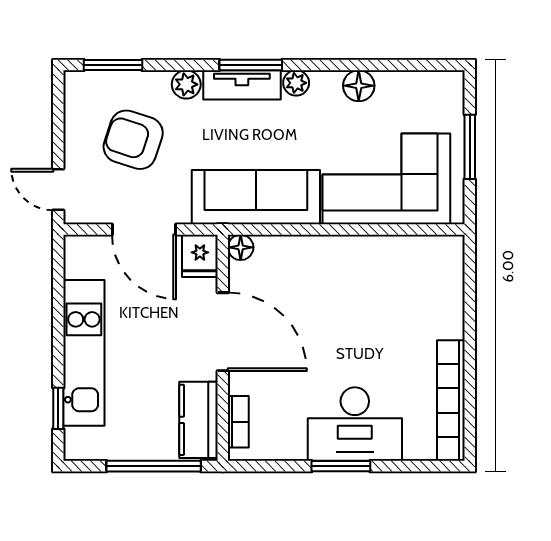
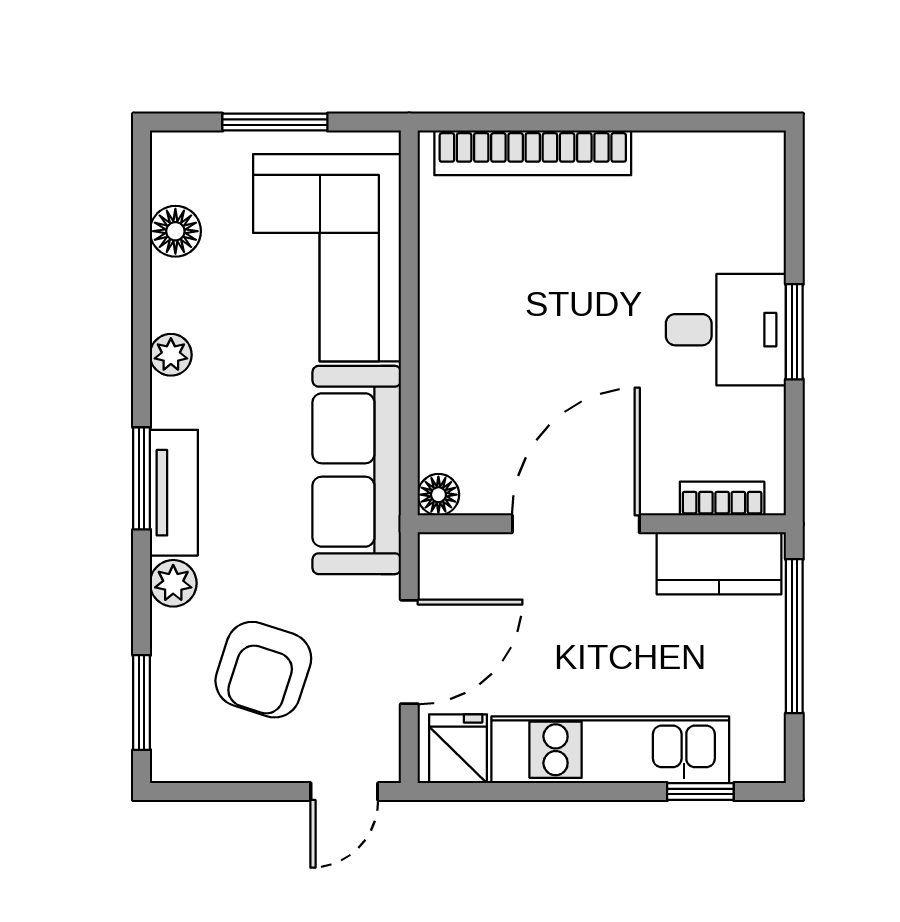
plant: (296, 83) -> (171, 355), moved
floor lamp: (359, 86) -> (175, 231), moved
fridge: (200, 256) -> (458, 749), moved, turned -90
bookcase: (451, 400) -> (533, 153), moved
desk: (355, 424) -> (726, 330), width x0.73

